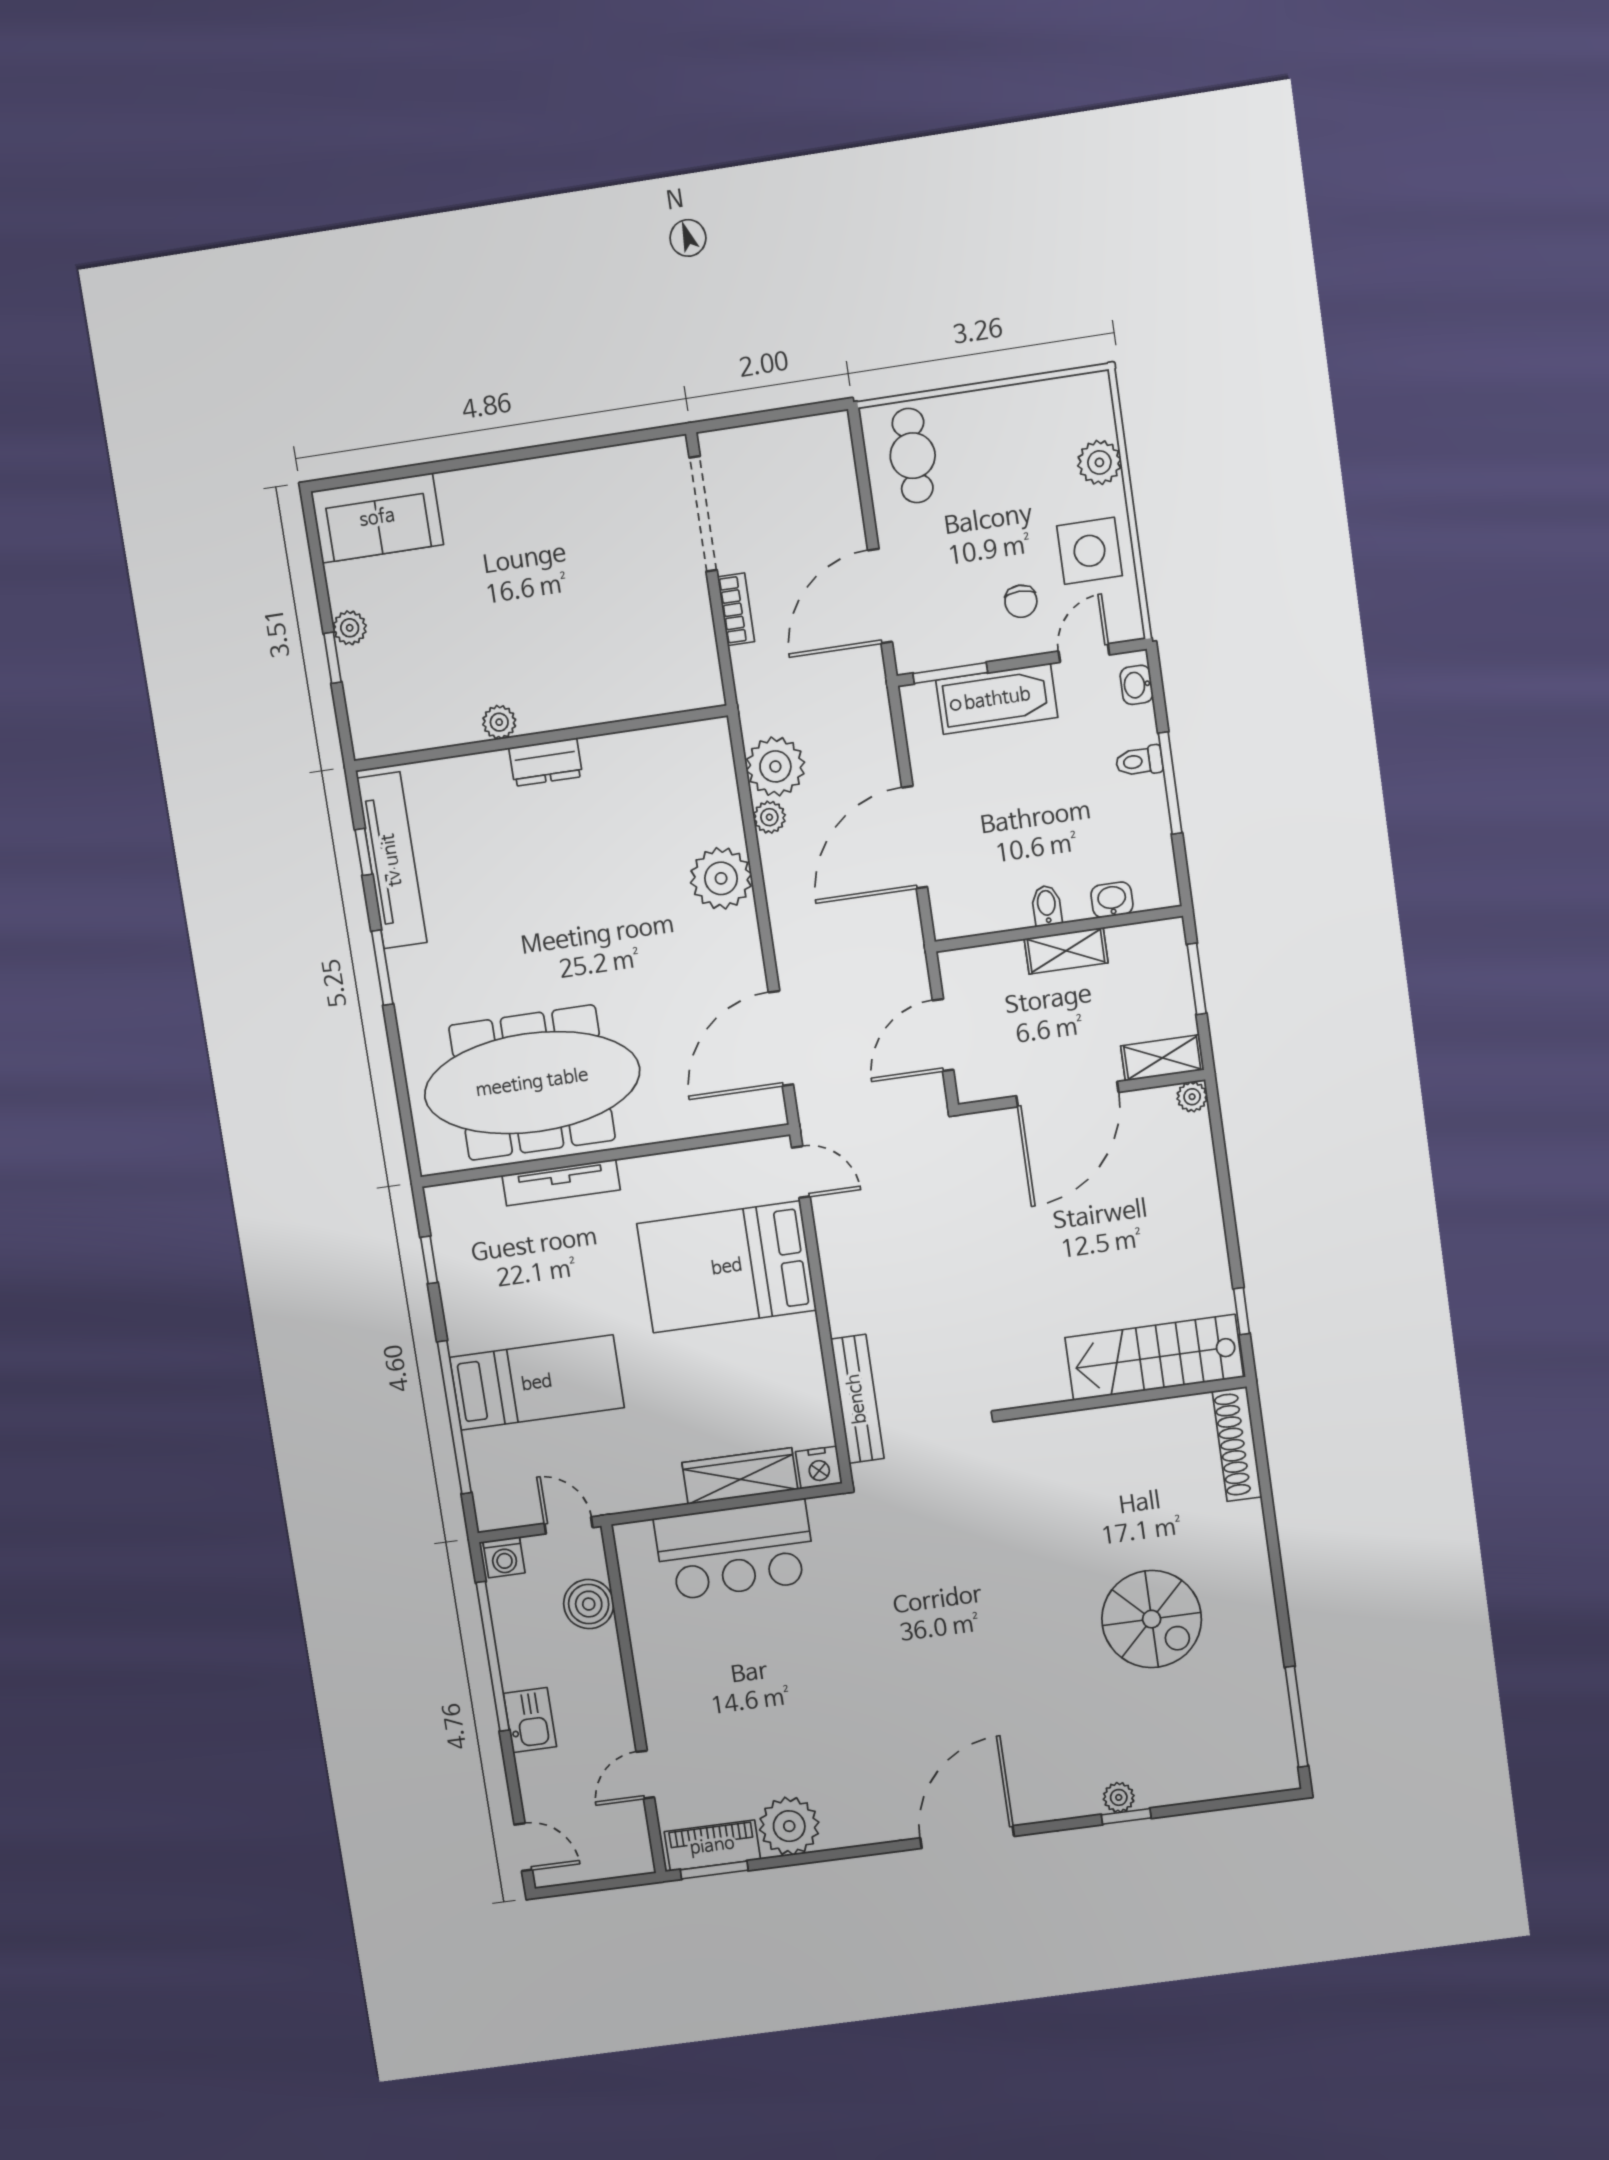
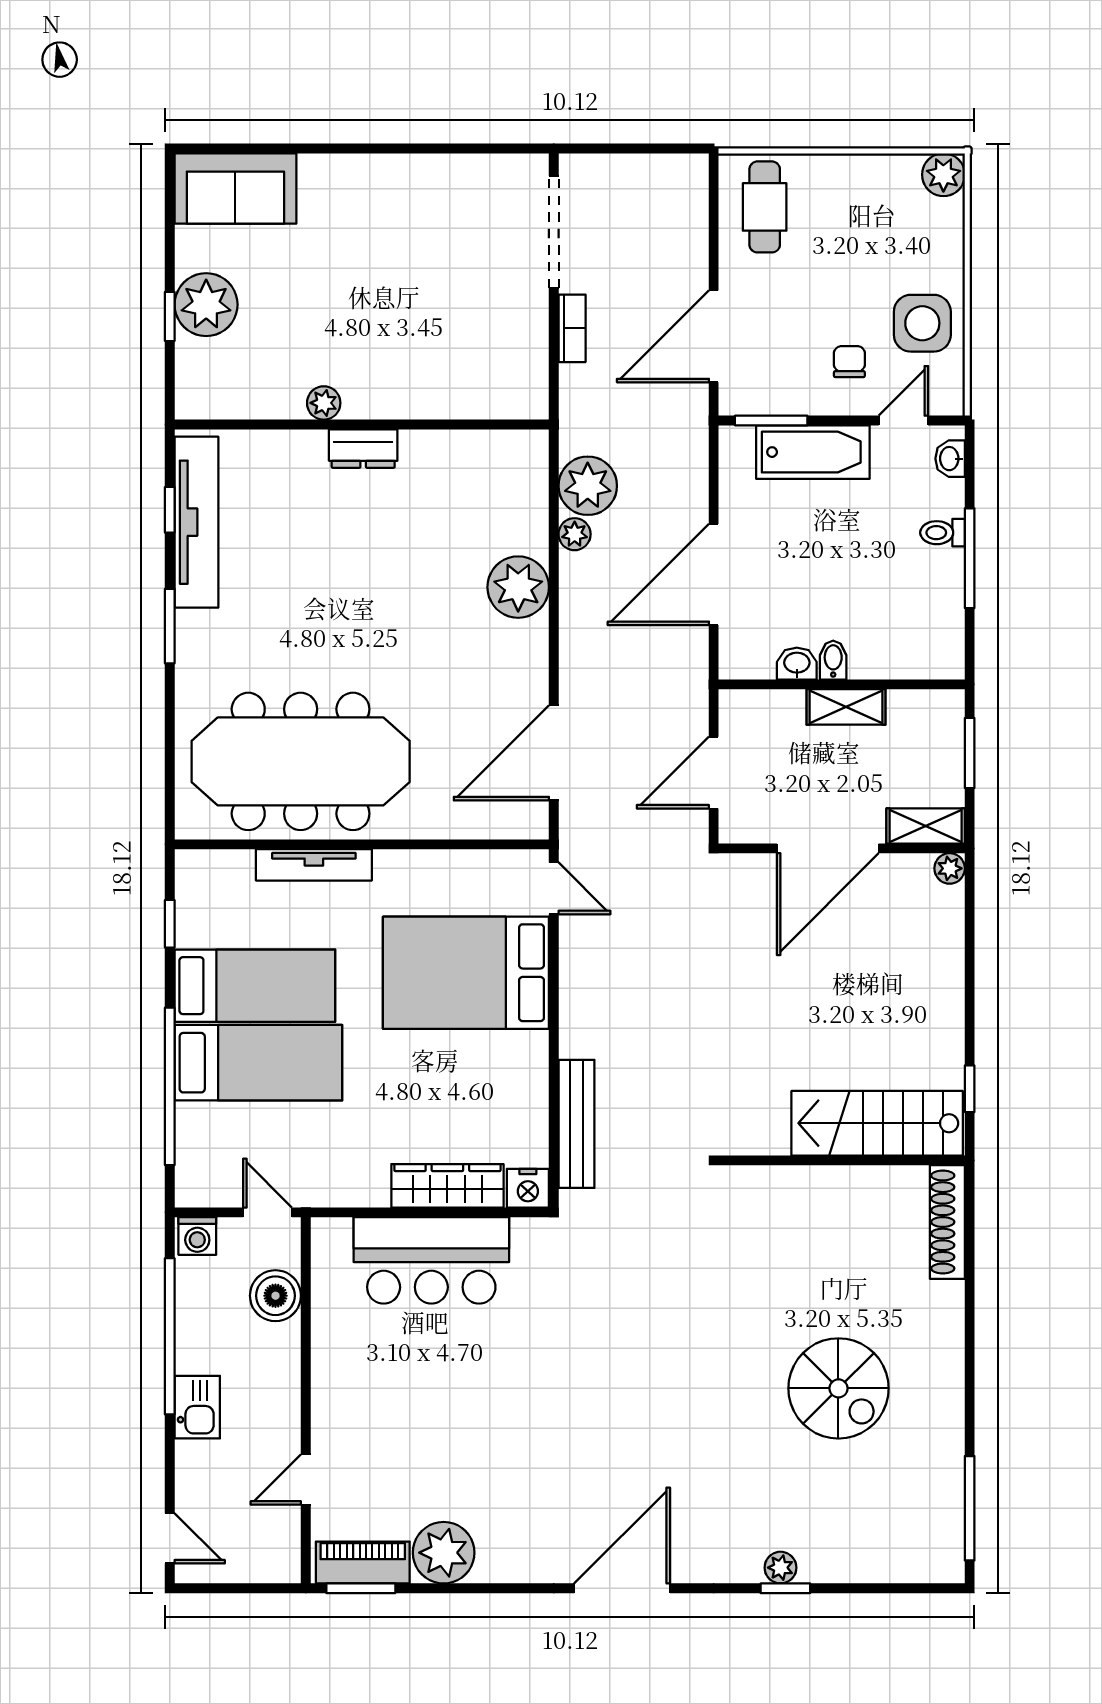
plant: (1099, 462) -> (943, 175), moved
chair: (1021, 601) -> (849, 362), turned 180
plant: (350, 628) -> (206, 305), width x1.87, depth x1.87
washbasin: (1112, 900) -> (797, 664), moved
bed: (522, 1308) -> (255, 986), added

